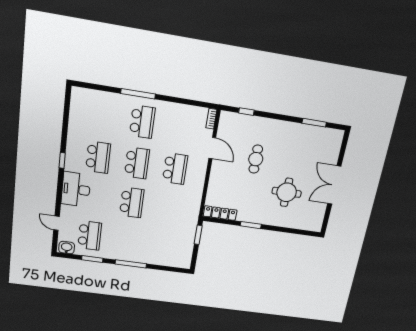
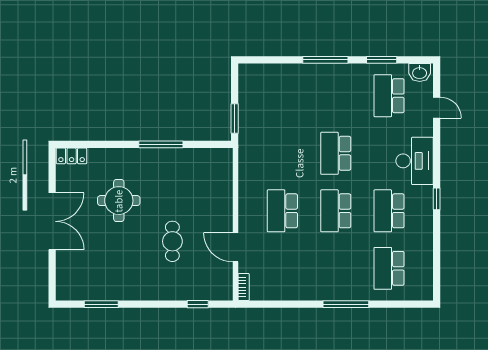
school desk: (142, 122) -> (389, 268), moved
locker: (220, 213) -> (72, 156), moved, width x0.66
window: (251, 225) -> (161, 144), width x1.44

